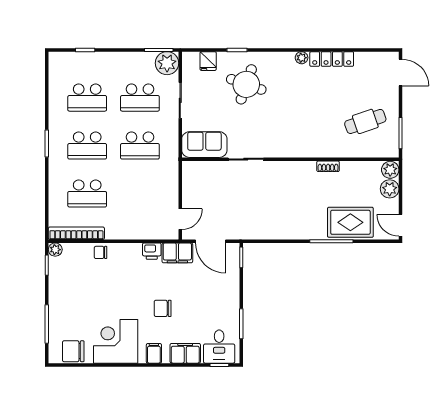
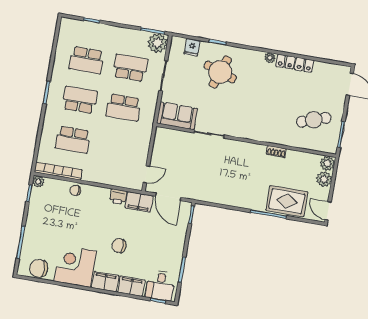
school desk: (140, 98) -> (130, 68), turned 180
school desk: (87, 146) -> (80, 100), turned 180
filing cabinet: (154, 353) -> (105, 282), width x2.00

